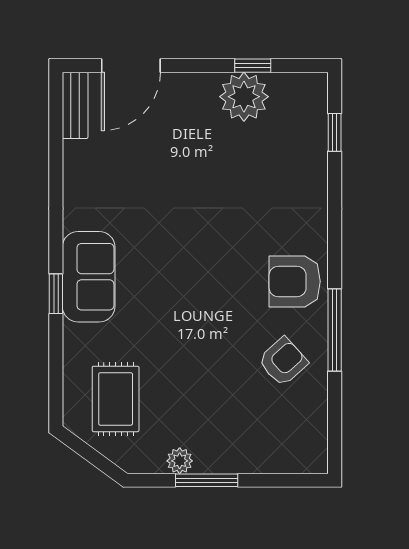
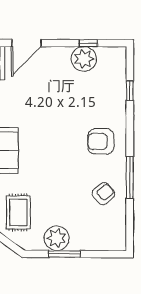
window: (335, 132) -> (130, 91), moved
armchair: (295, 281) -> (101, 141), moved
plant: (180, 461) -> (57, 238), width x1.87, depth x1.87

